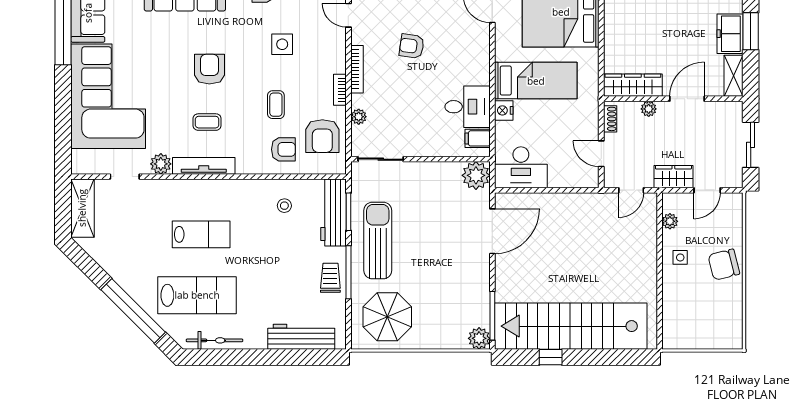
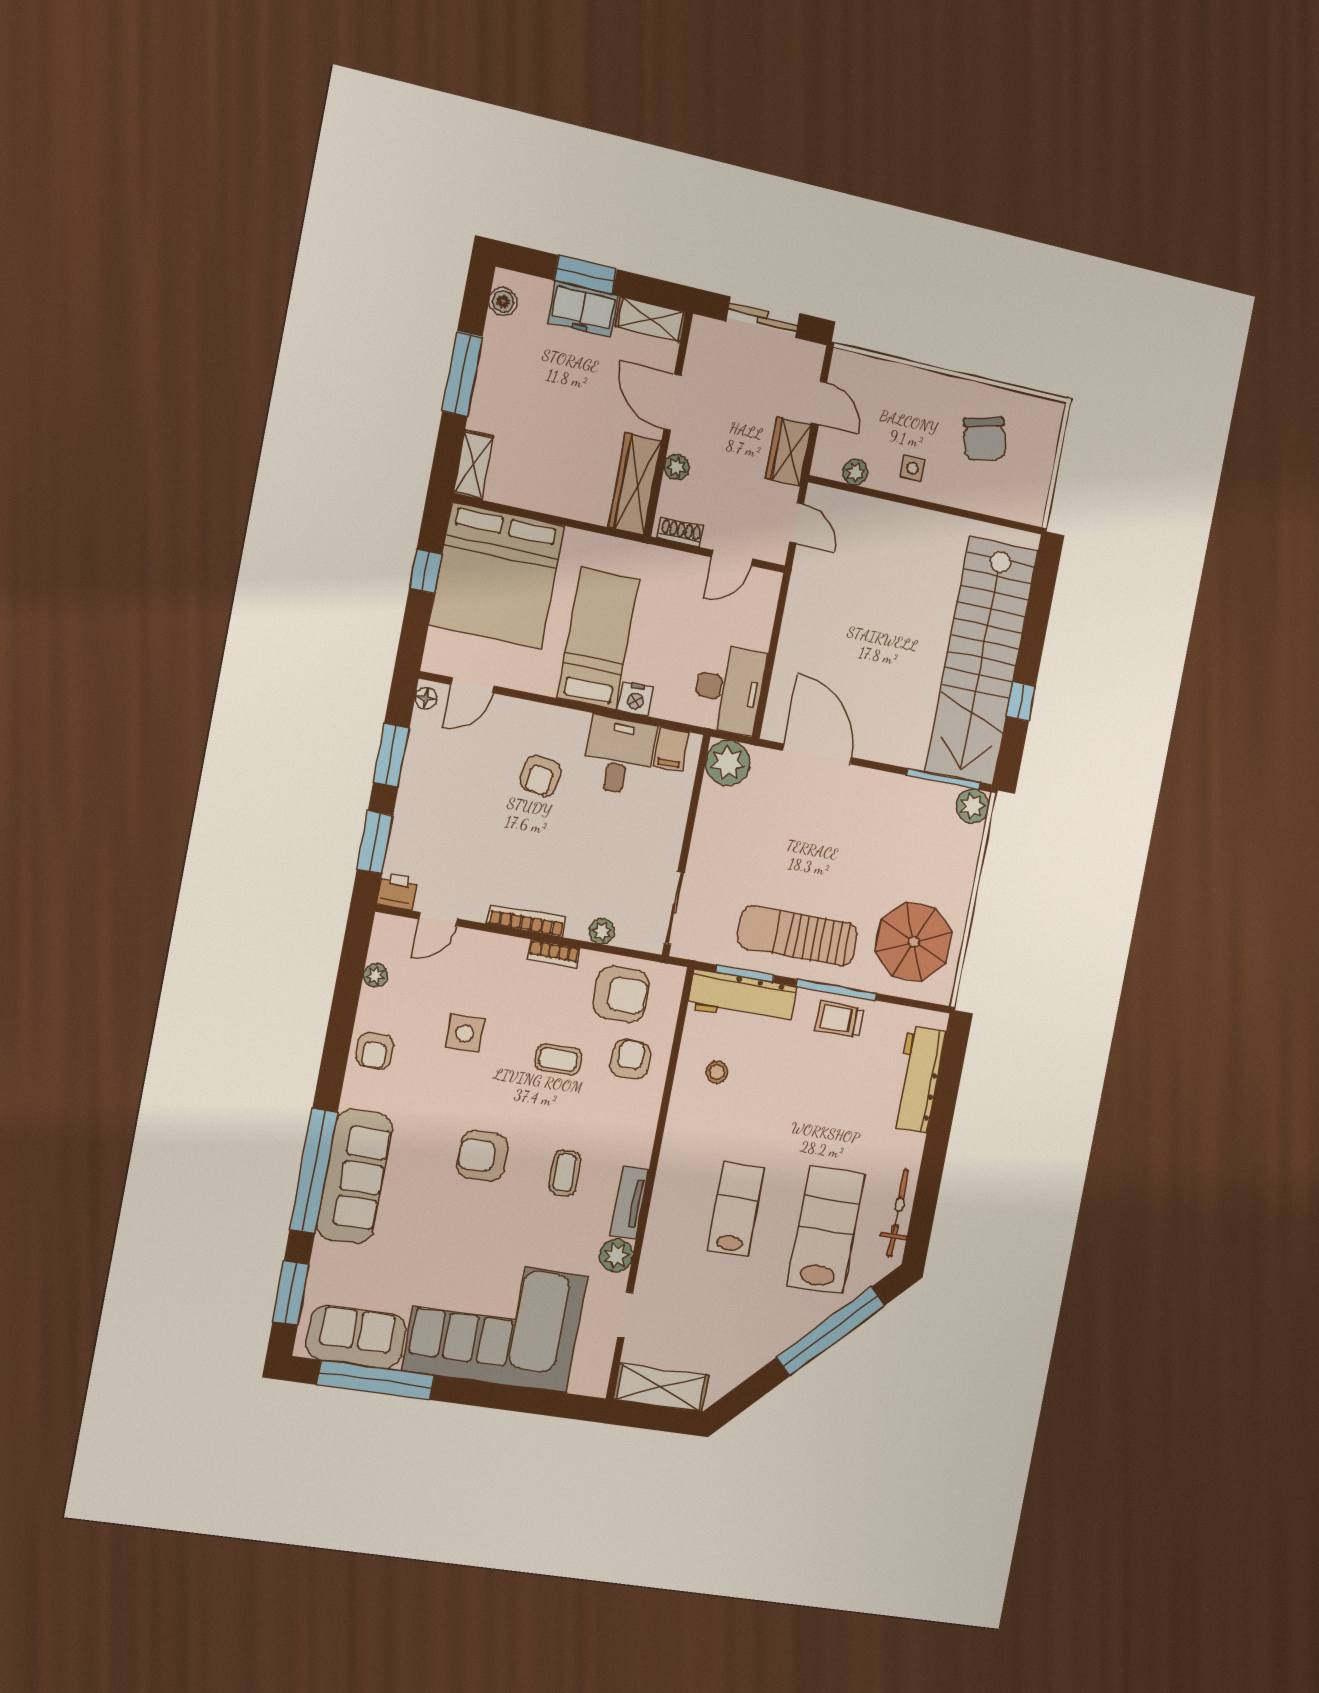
armchair: (412, 46) -> (541, 776), moved
tv unit: (204, 166) -> (629, 1203), width x0.71
chair: (724, 265) -> (985, 439), moved

